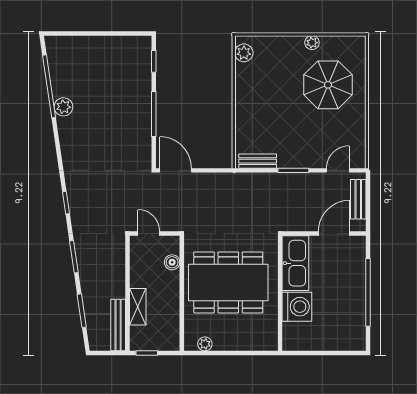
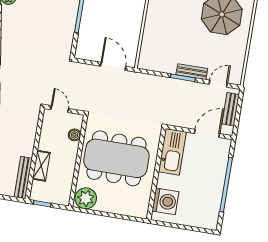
bench: (258, 161) -> (192, 72), moved
door: (176, 170) -> (113, 66), moved
washing machine: (297, 307) -> (165, 201), moved
plant: (205, 344) -> (86, 198), width x1.88, depth x1.88

